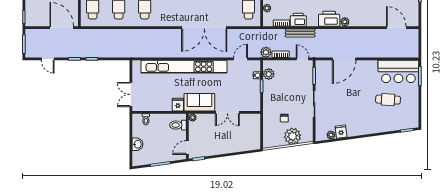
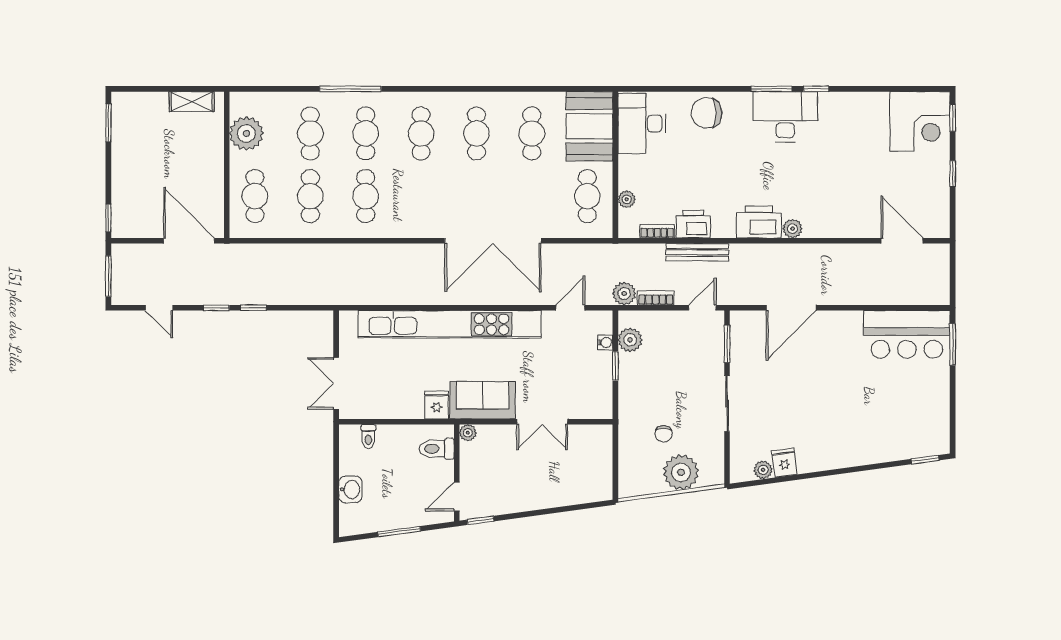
door: (303, 59) -> (702, 308), hinge flipped
cafe table: (388, 100) -> (885, 394), removed

